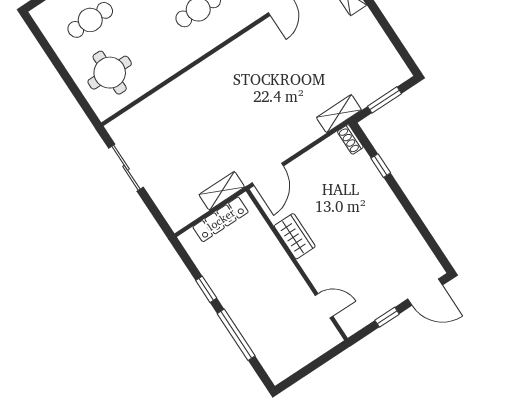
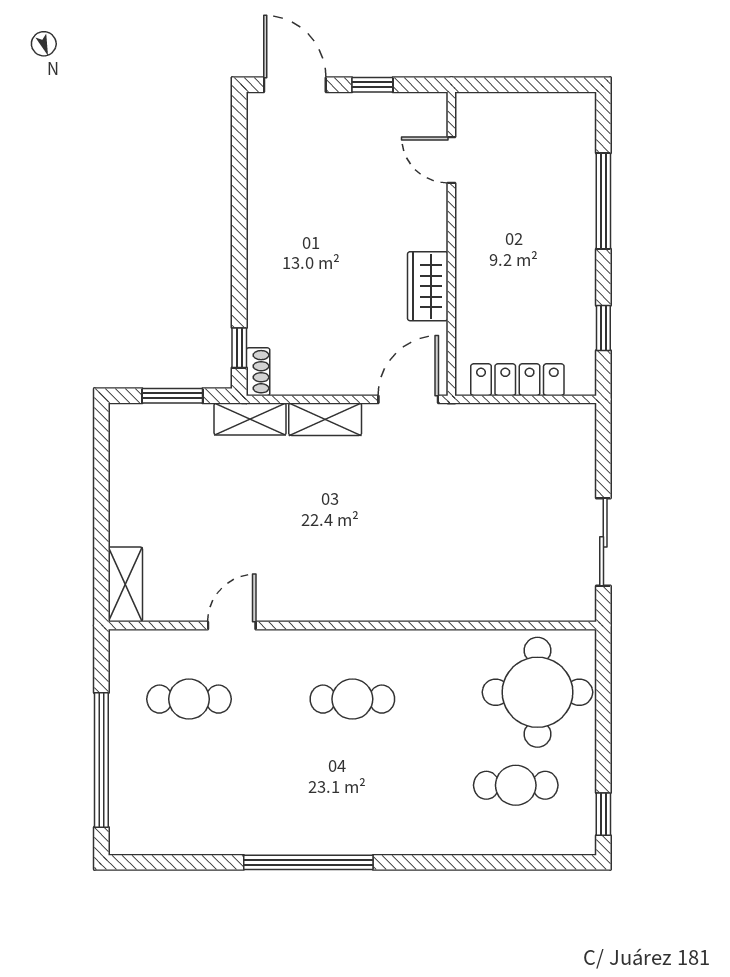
window: (38, 34) -> (603, 814), added
round table: (110, 73) -> (537, 692), width x1.36, depth x1.36
window: (381, 166) -> (239, 348), moved
shelving: (222, 191) -> (325, 419), moved
window: (206, 289) -> (603, 328), moved

